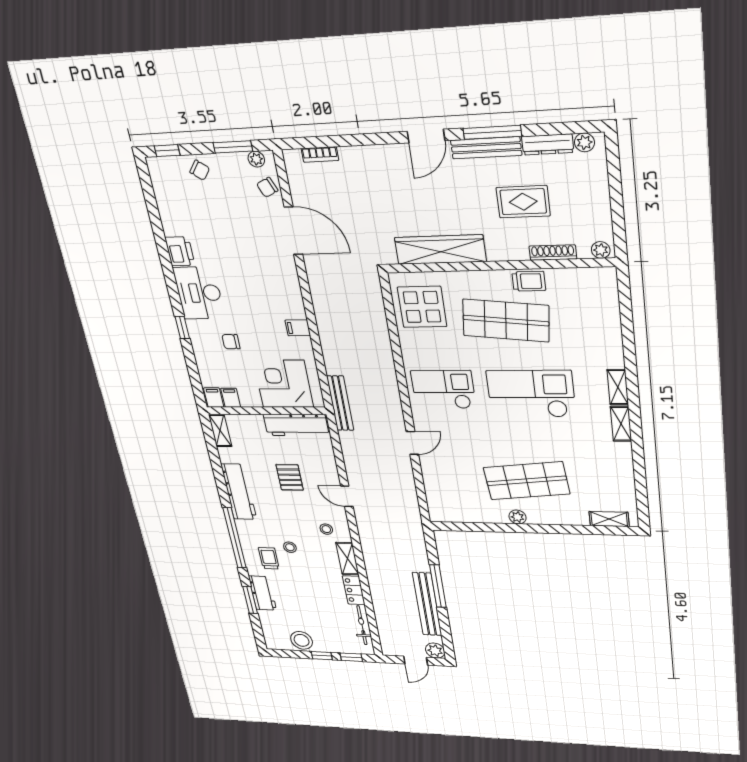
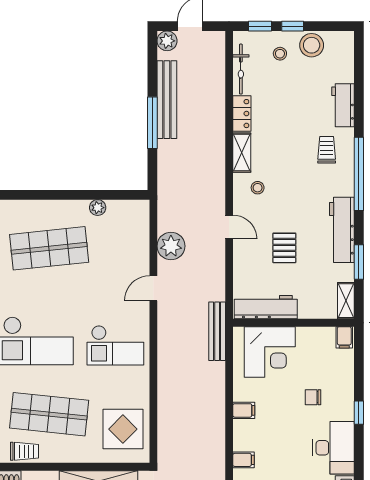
trolley: (529, 281) -> (25, 451), turned 180
chair: (231, 342) -> (313, 397), turned 180
filing cabinet: (231, 398) -> (244, 460), moved, turned -90
plant: (401, 481) -> (171, 246), added
plant: (518, 517) -> (98, 208), moved
stool: (290, 547) -> (280, 54), moved
trolley: (269, 558) -> (327, 150), turned 180
window: (250, 600) -> (359, 262), moved

